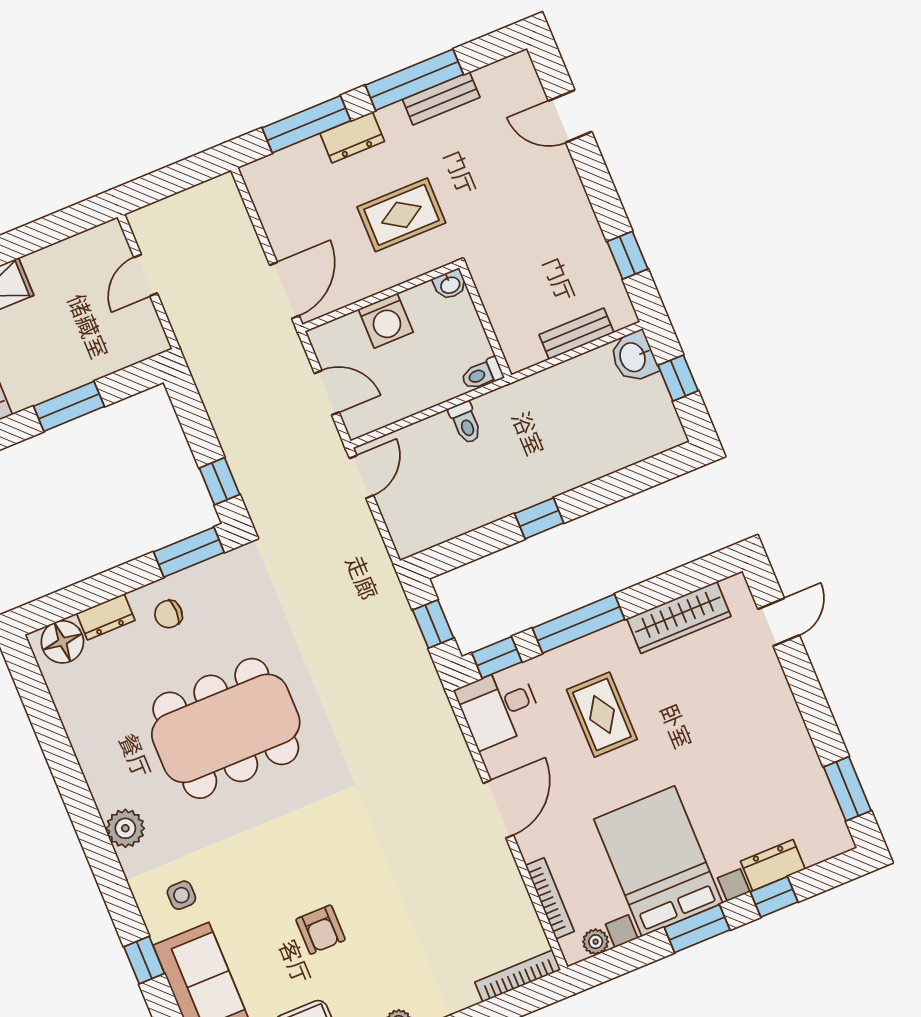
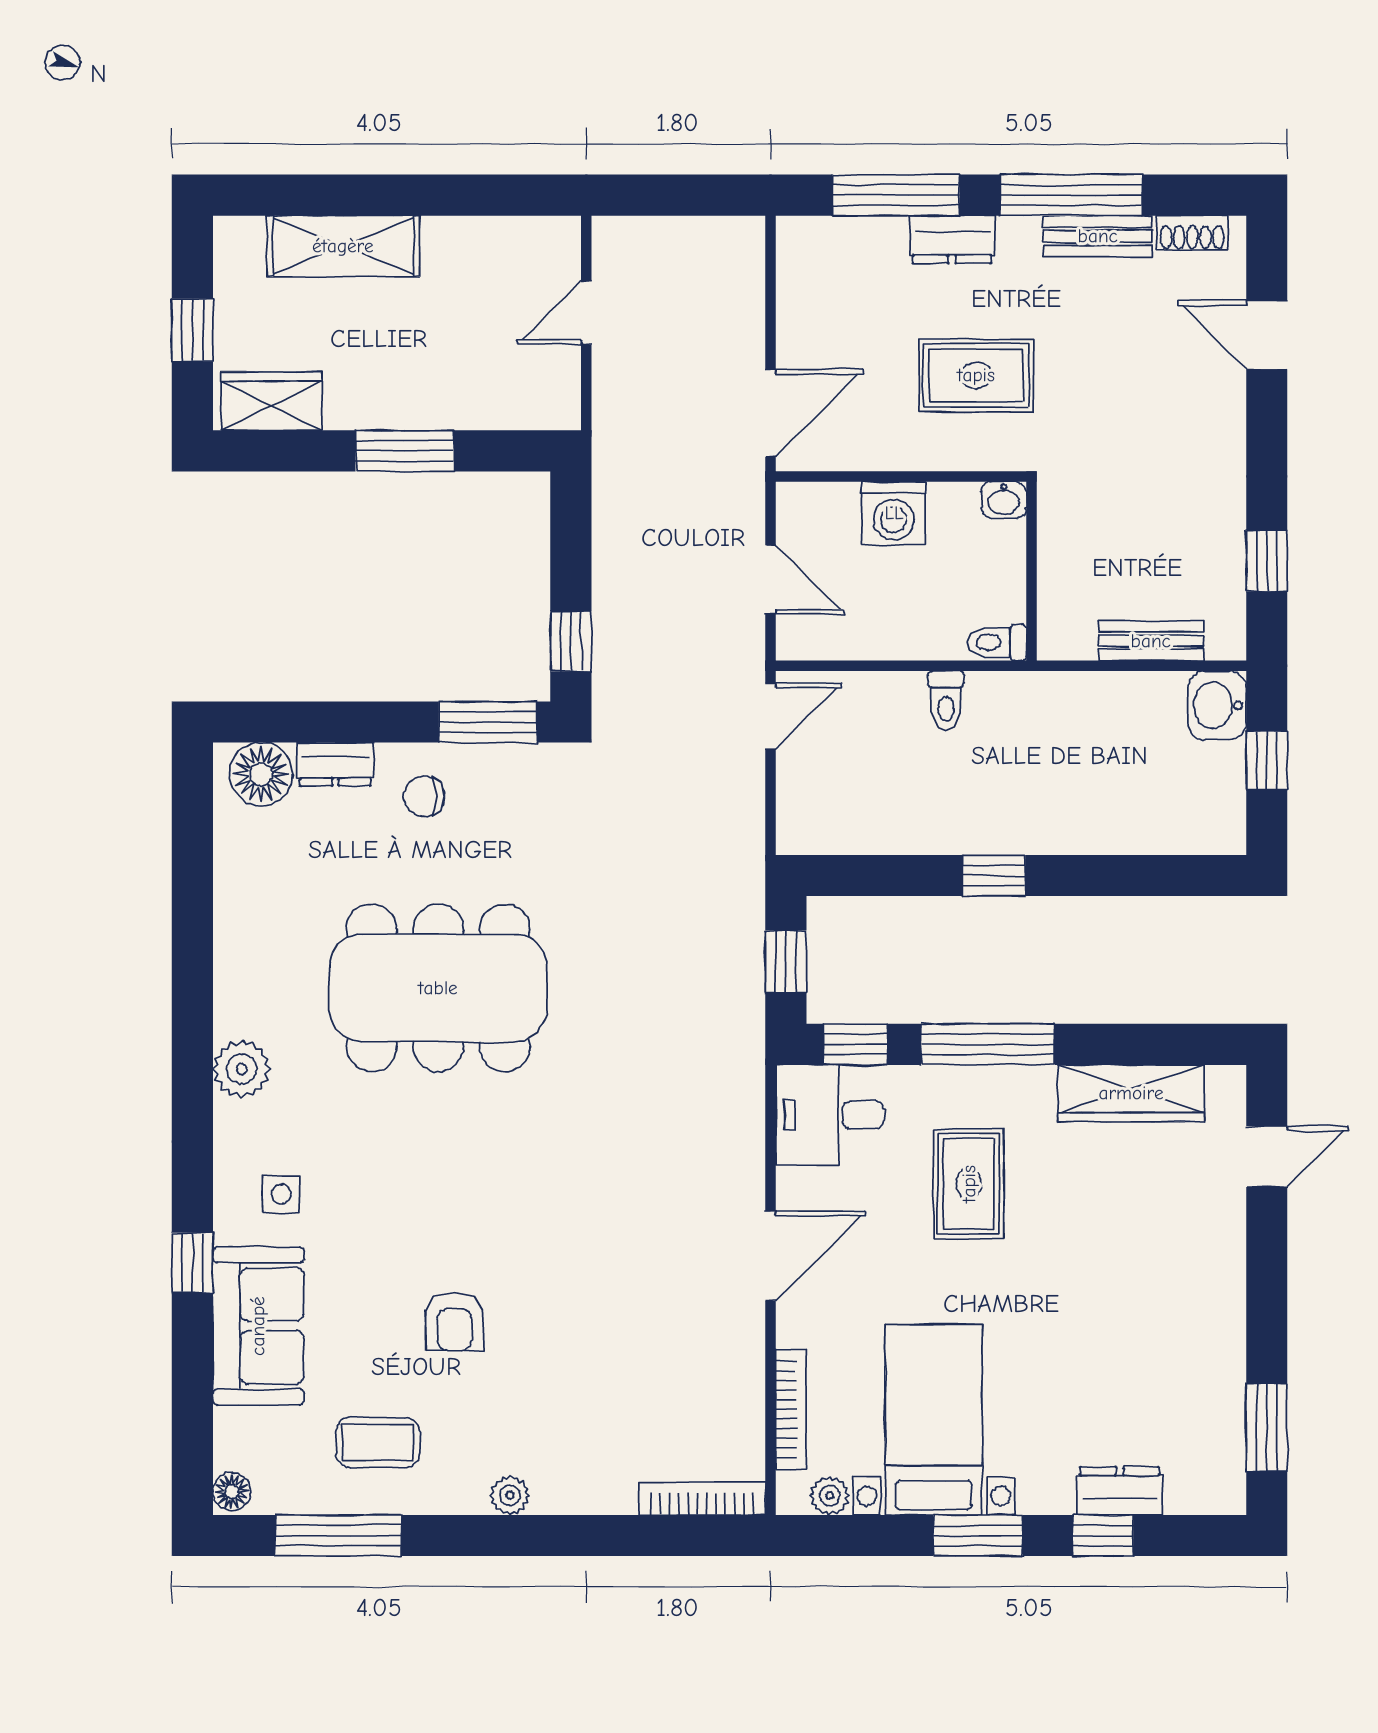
shoe rack: (498, 72) -> (1192, 233), added
bed with nightstands: (658, 861) -> (934, 1420), width x0.73

